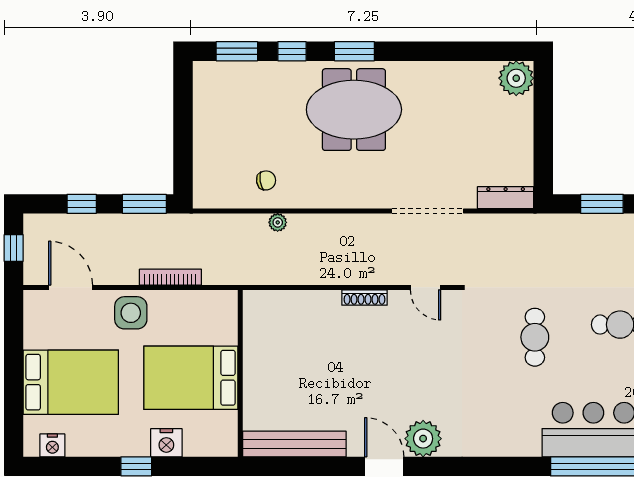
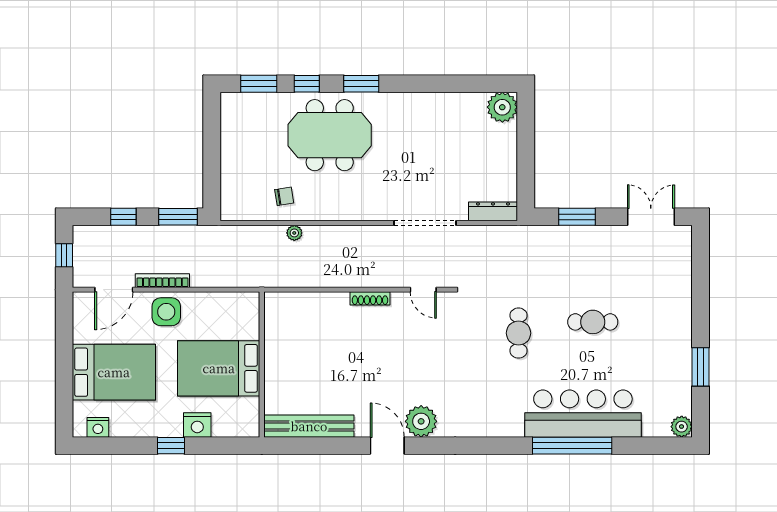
meeting table: (354, 110) -> (330, 135), moved
bookcase: (170, 277) -> (162, 281), moved
door: (71, 287) -> (114, 290), swing flipped

